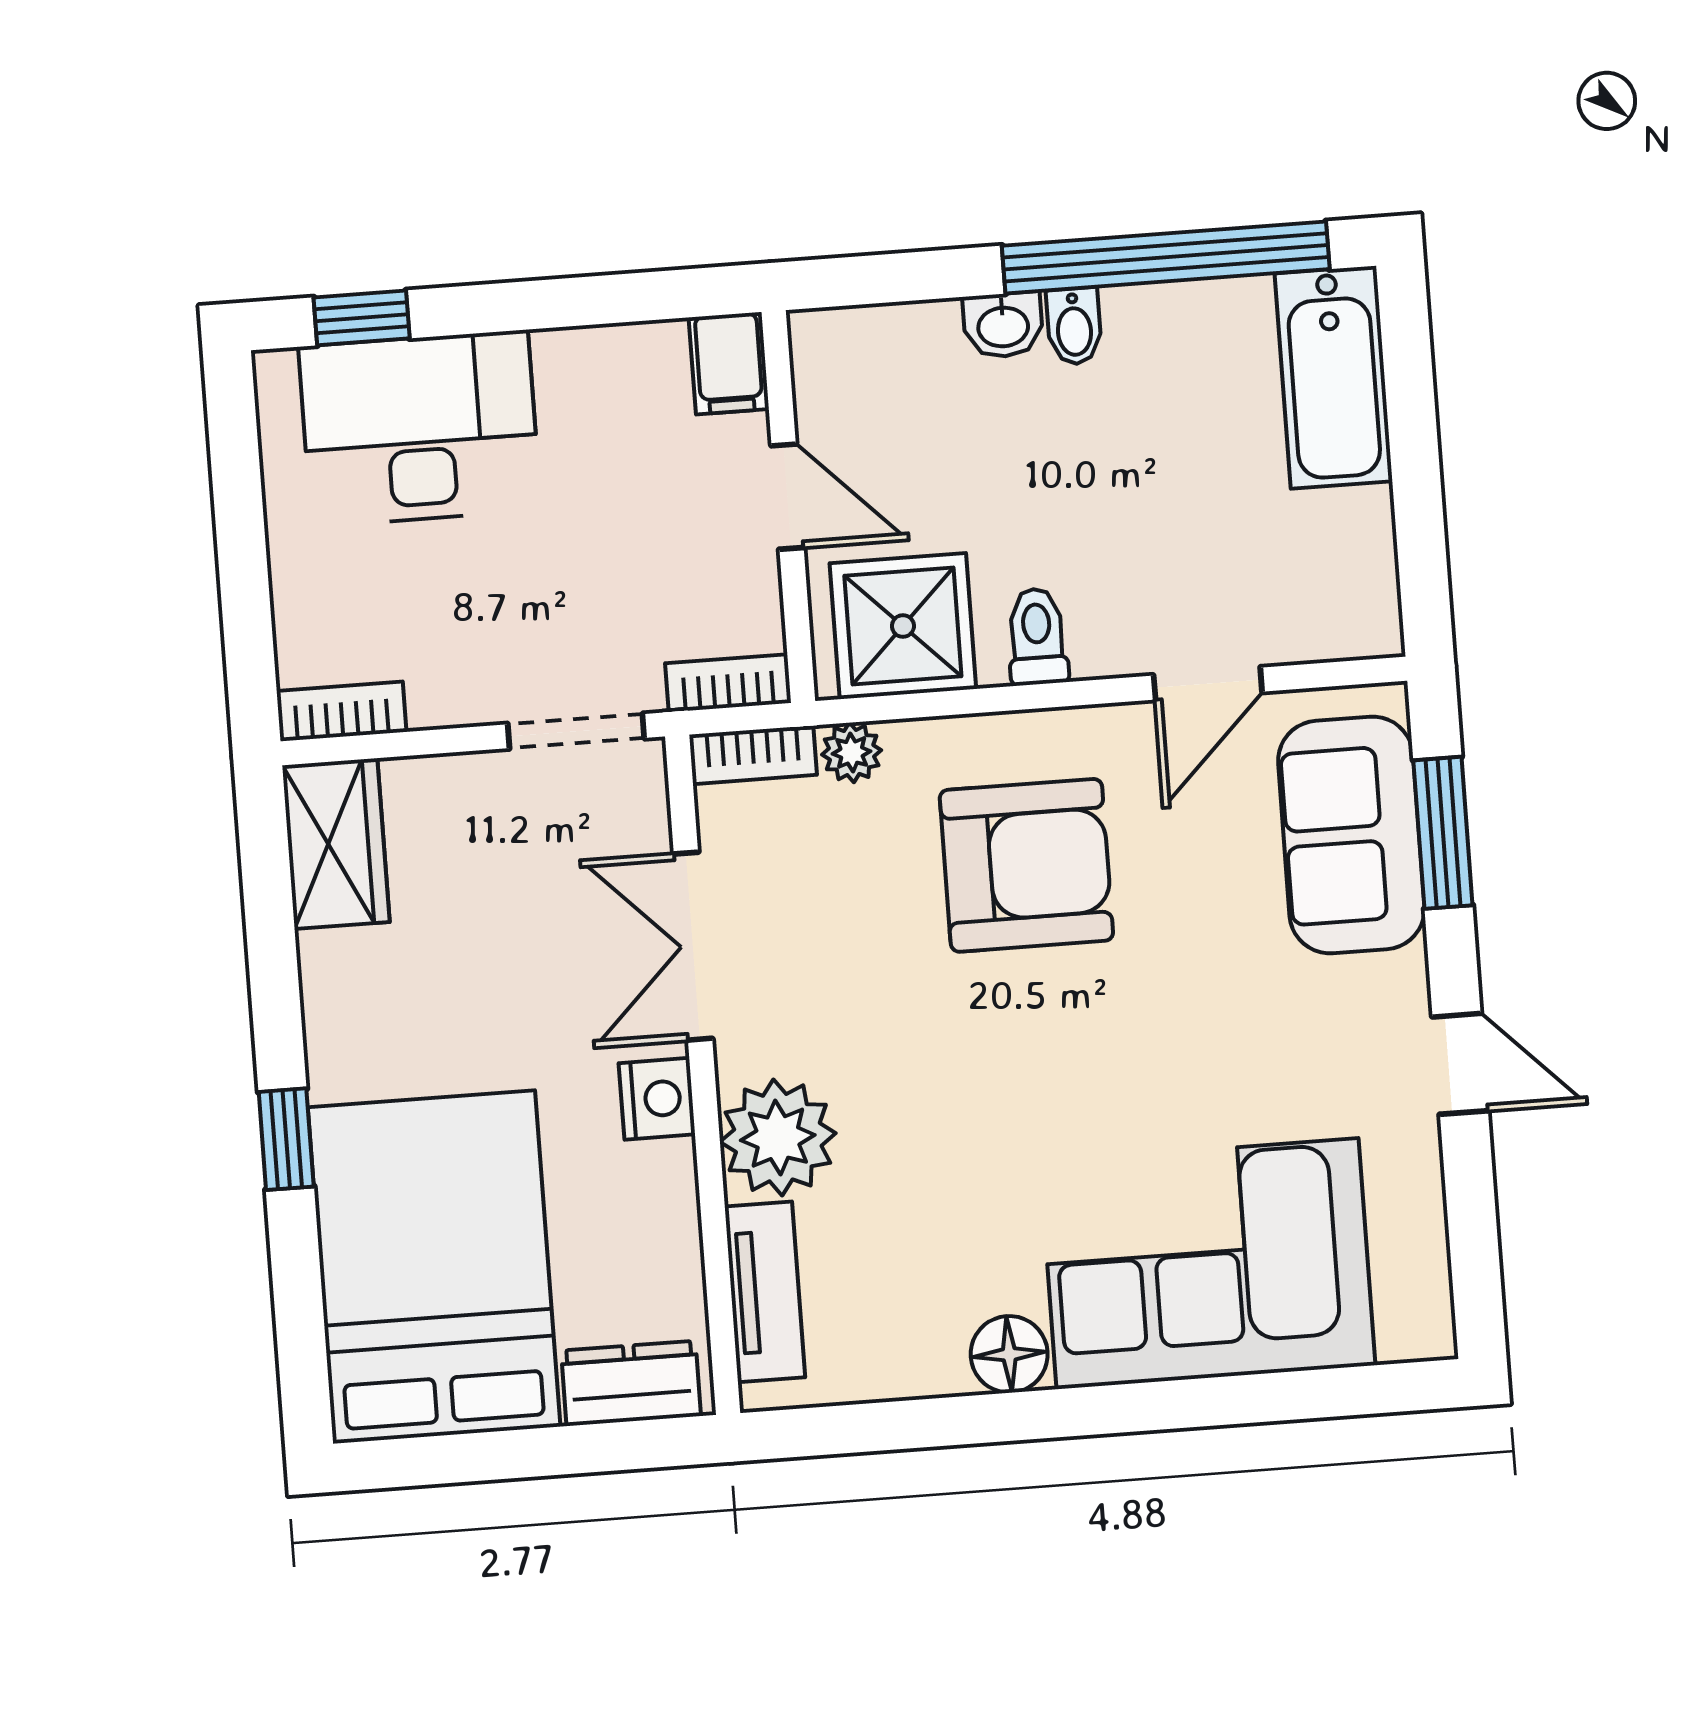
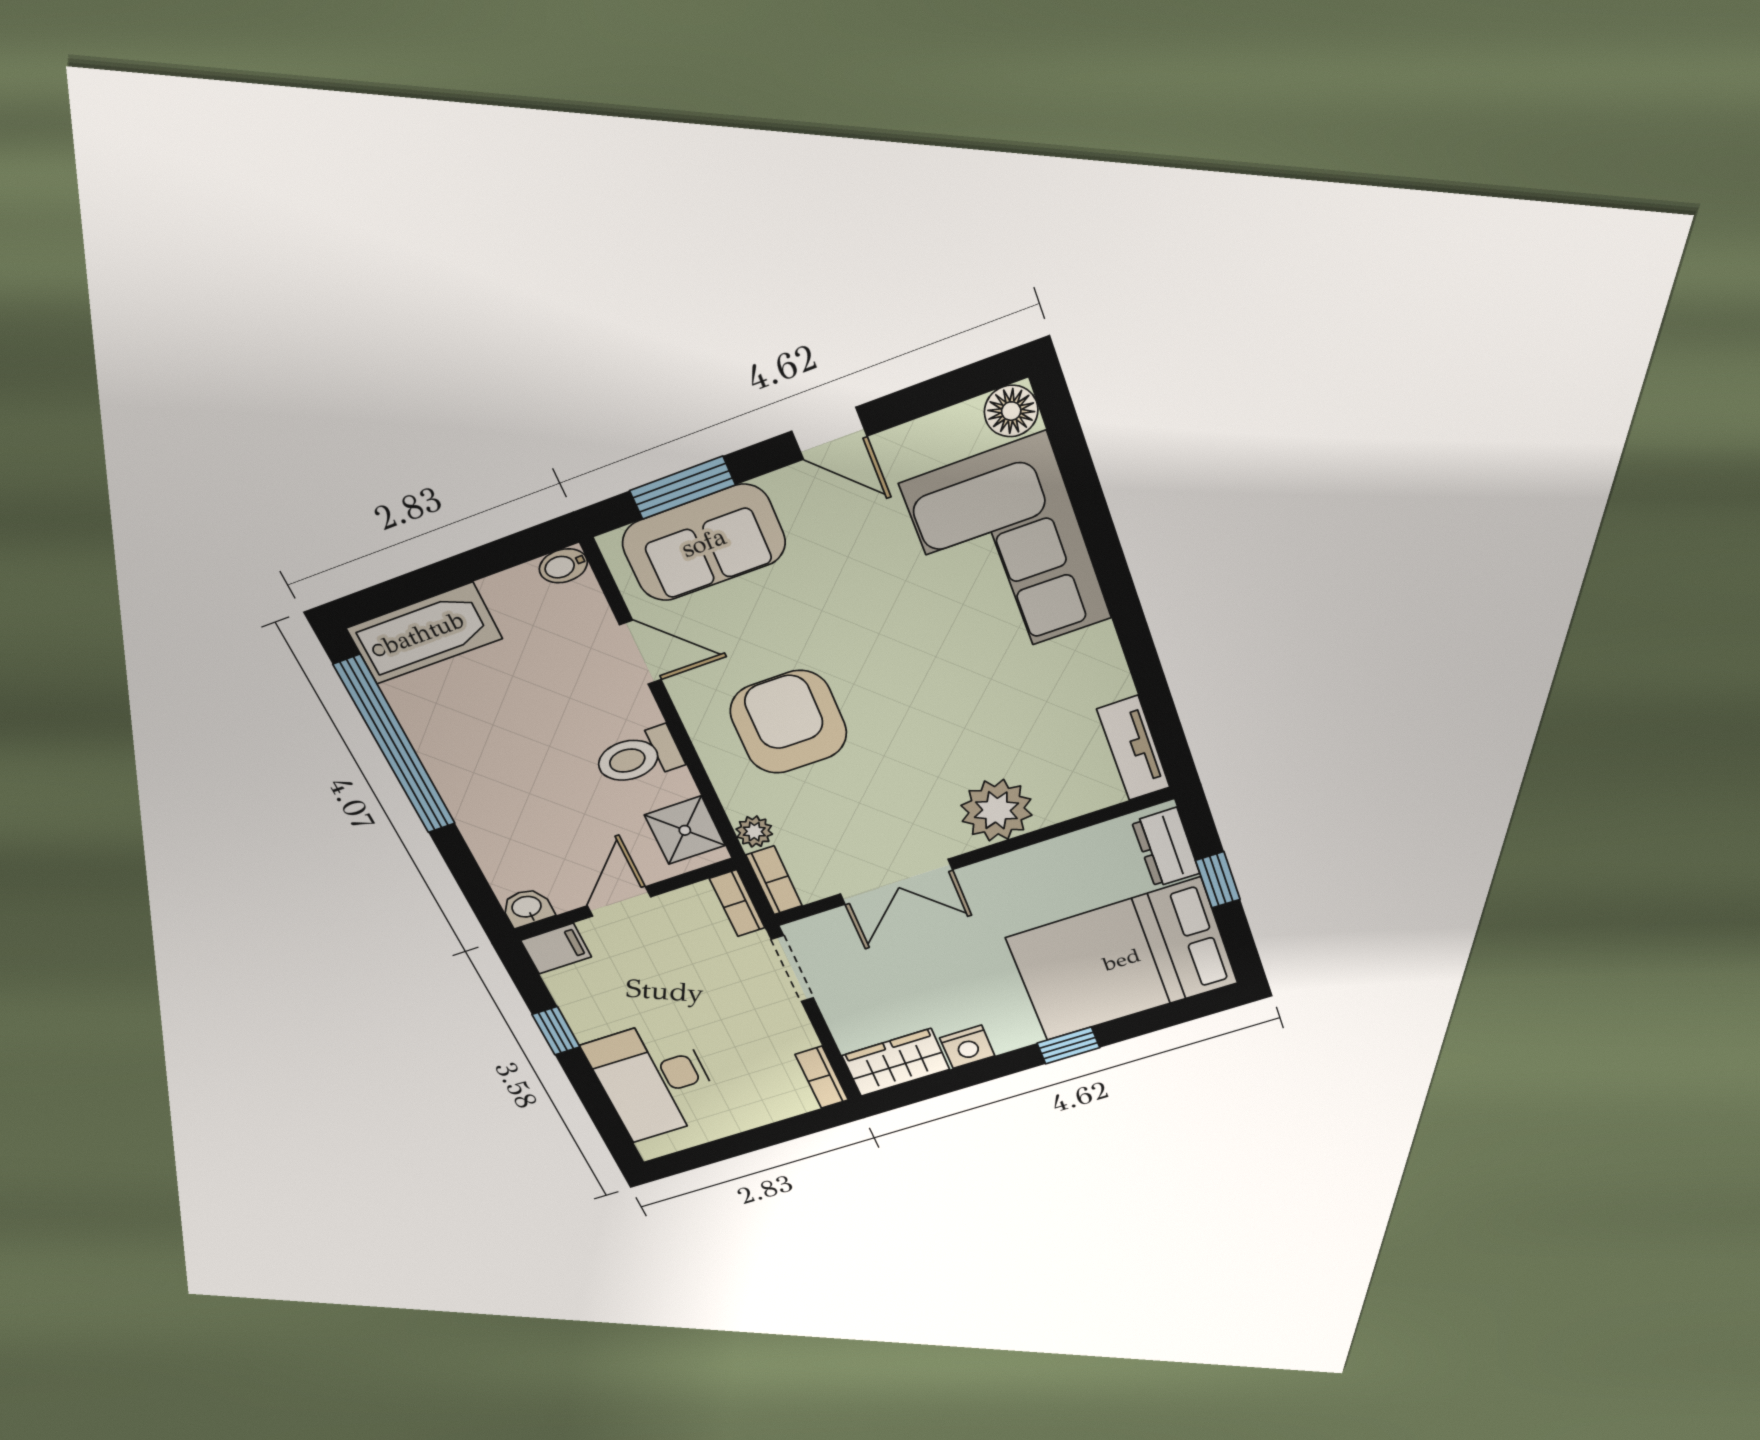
window: (362, 318) -> (556, 1031), moved
washbasin: (1003, 325) -> (527, 908), moved, turned -90
bidet: (1074, 326) -> (563, 566), moved, turned 180
shower: (903, 626) -> (685, 830), width x0.73, depth x0.73
toilet: (1037, 637) -> (638, 757), width x1.37, depth x1.39
door: (1460, 1064) -> (830, 434), swing flipped
nightstand: (657, 1099) -> (967, 1047), moved, turned 180
tv unit: (765, 1292) -> (1134, 748), moved, turned -90
floor lamp: (1009, 1354) -> (1011, 411), moved
window: (546, 1452) -> (1218, 880), added

